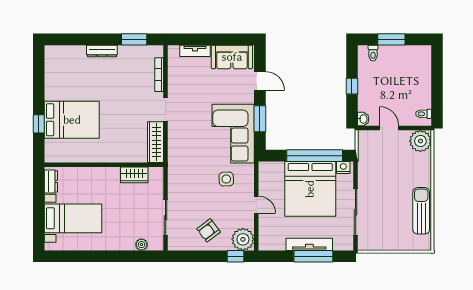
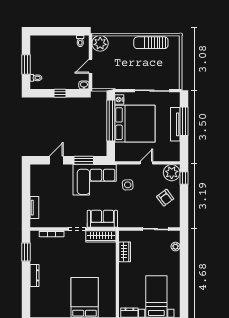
sofa: (232, 57) -> (102, 219), moved, turned -90

